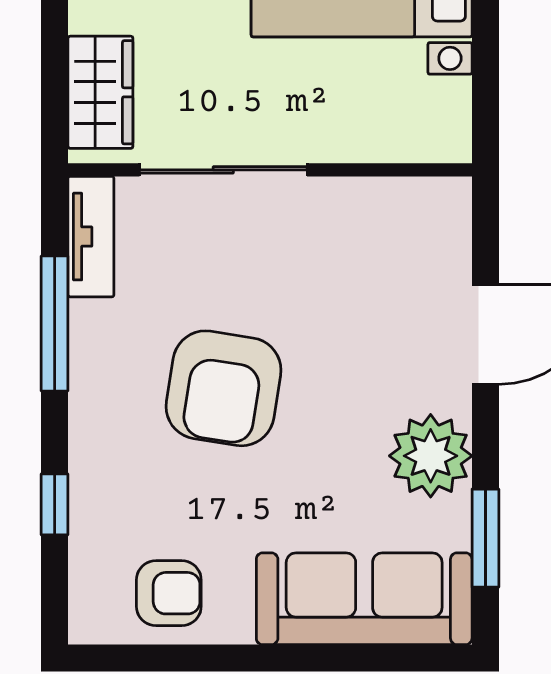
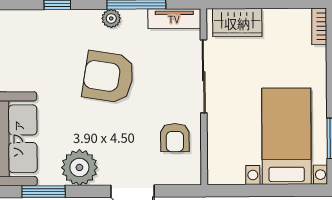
plant: (90, 381) -> (111, 18), added
armchair: (169, 593) -> (175, 138), moved

